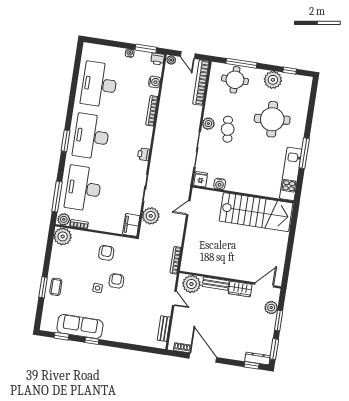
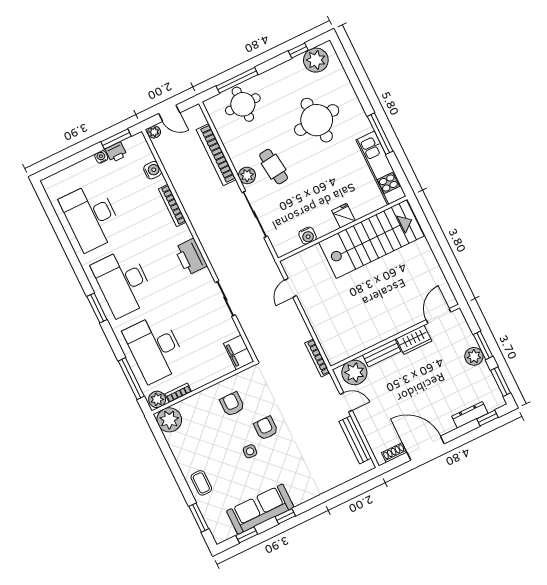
printer: (158, 59) -> (116, 152), moved
plant: (273, 80) -> (316, 60), moved
bookcase: (201, 83) -> (216, 155), moved
printer: (144, 154) -> (191, 257), width x1.87, depth x1.48
fridge: (201, 179) -> (343, 216), moved
plant: (151, 216) -> (254, 327), removed
window: (43, 287) -> (199, 518), moved
plant: (271, 308) -> (474, 356), moved
bench: (164, 329) -> (355, 440), width x1.36
dresser: (258, 358) -> (470, 415), moved

